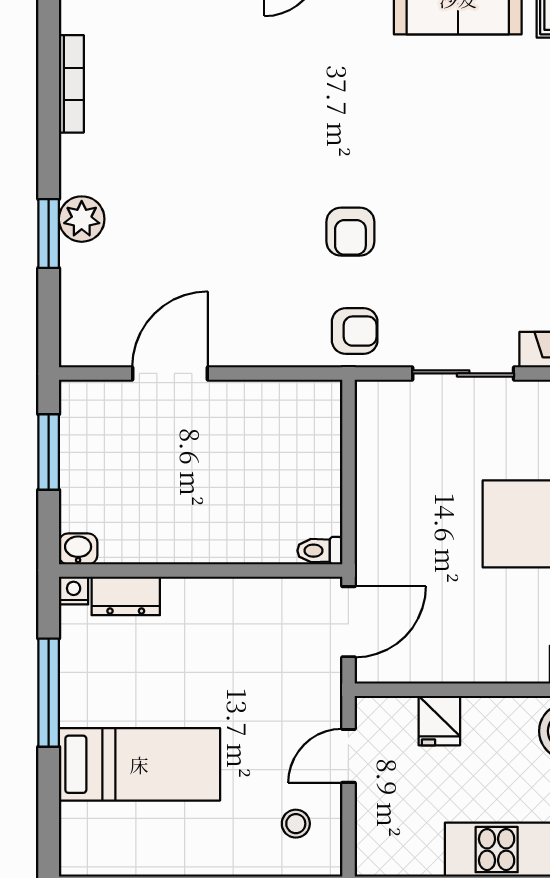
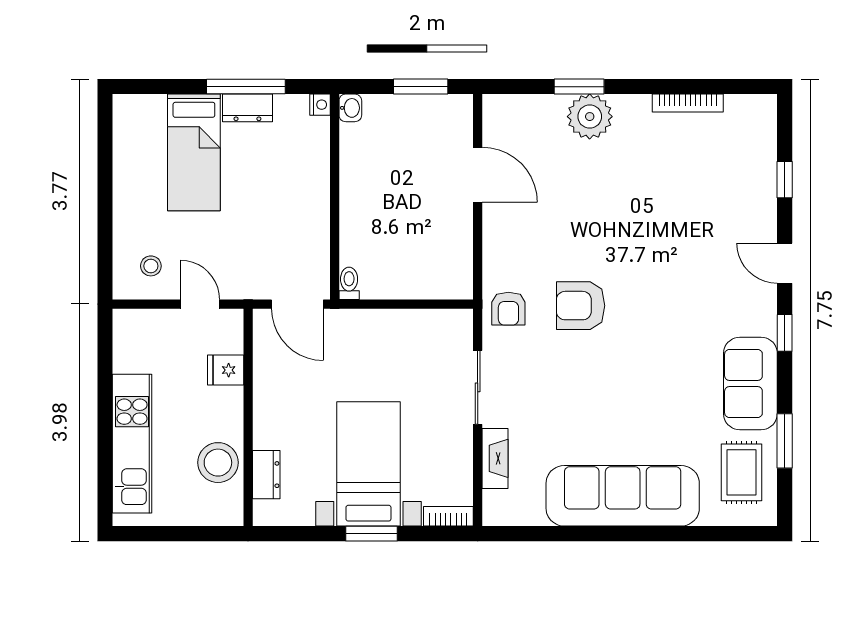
plant: (82, 219) -> (590, 117), width x1.36, depth x1.36
armchair: (350, 232) -> (581, 306), width x1.38, depth x1.38
dresser: (126, 596) -> (247, 108), moved, turned -90

